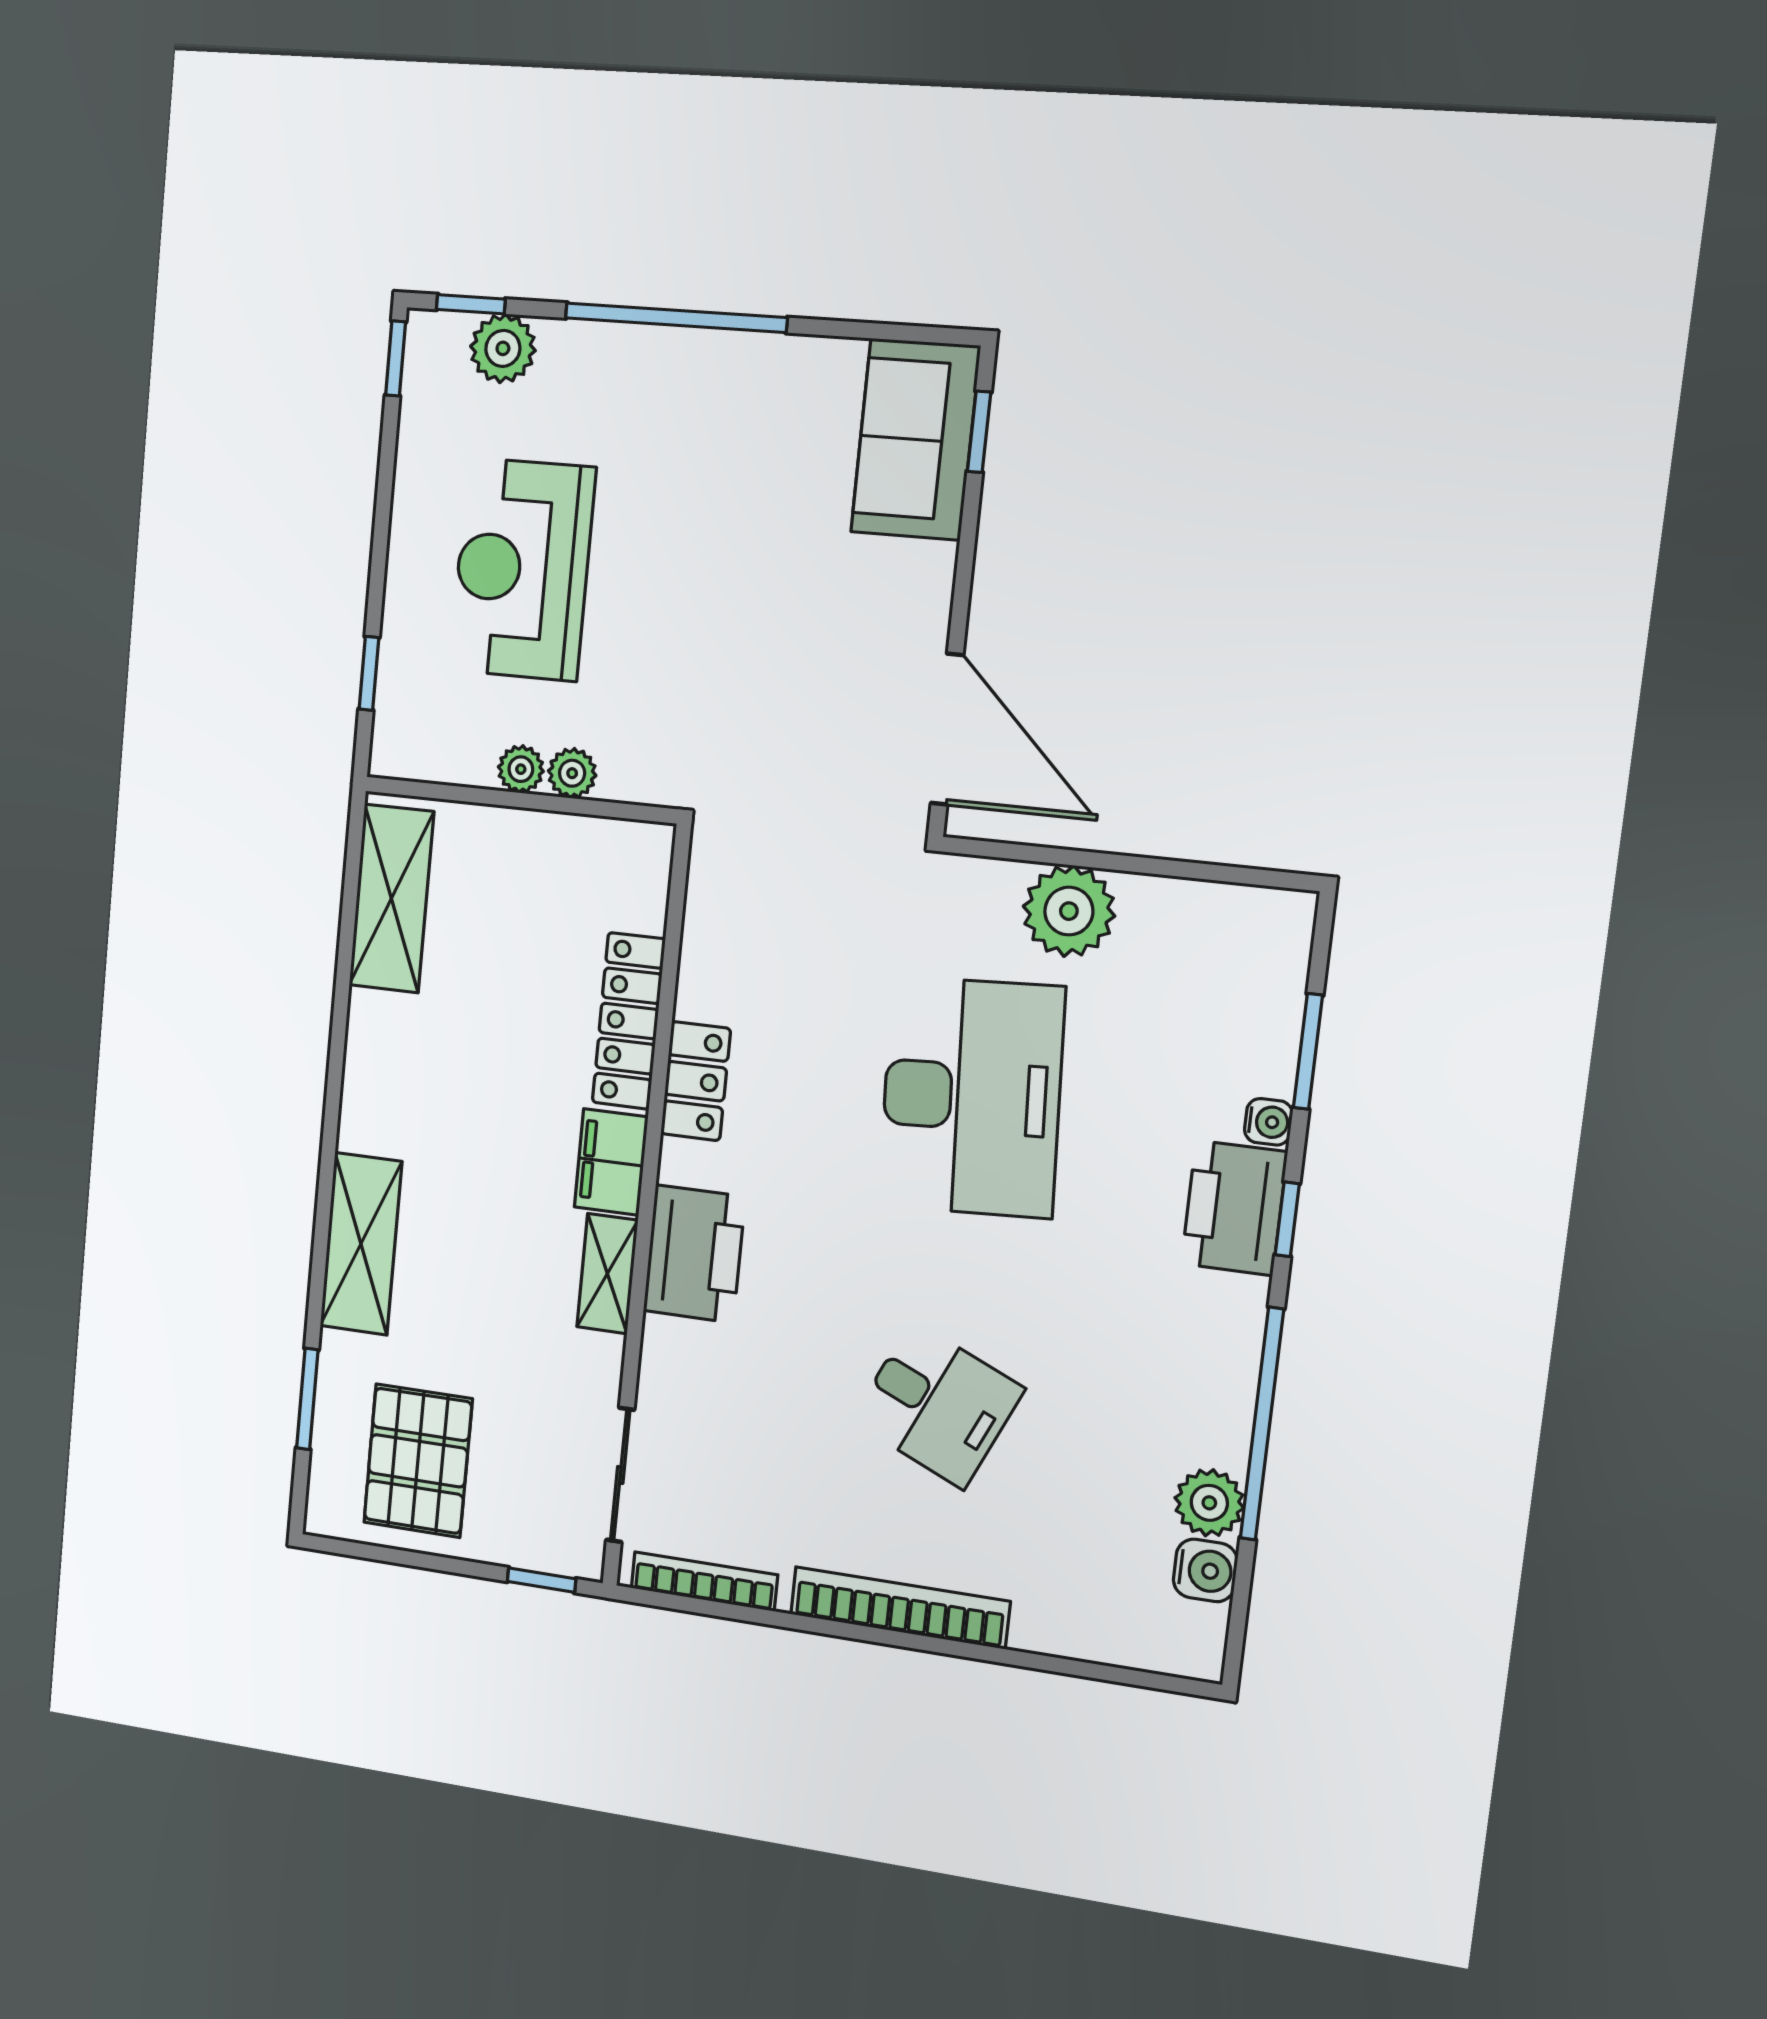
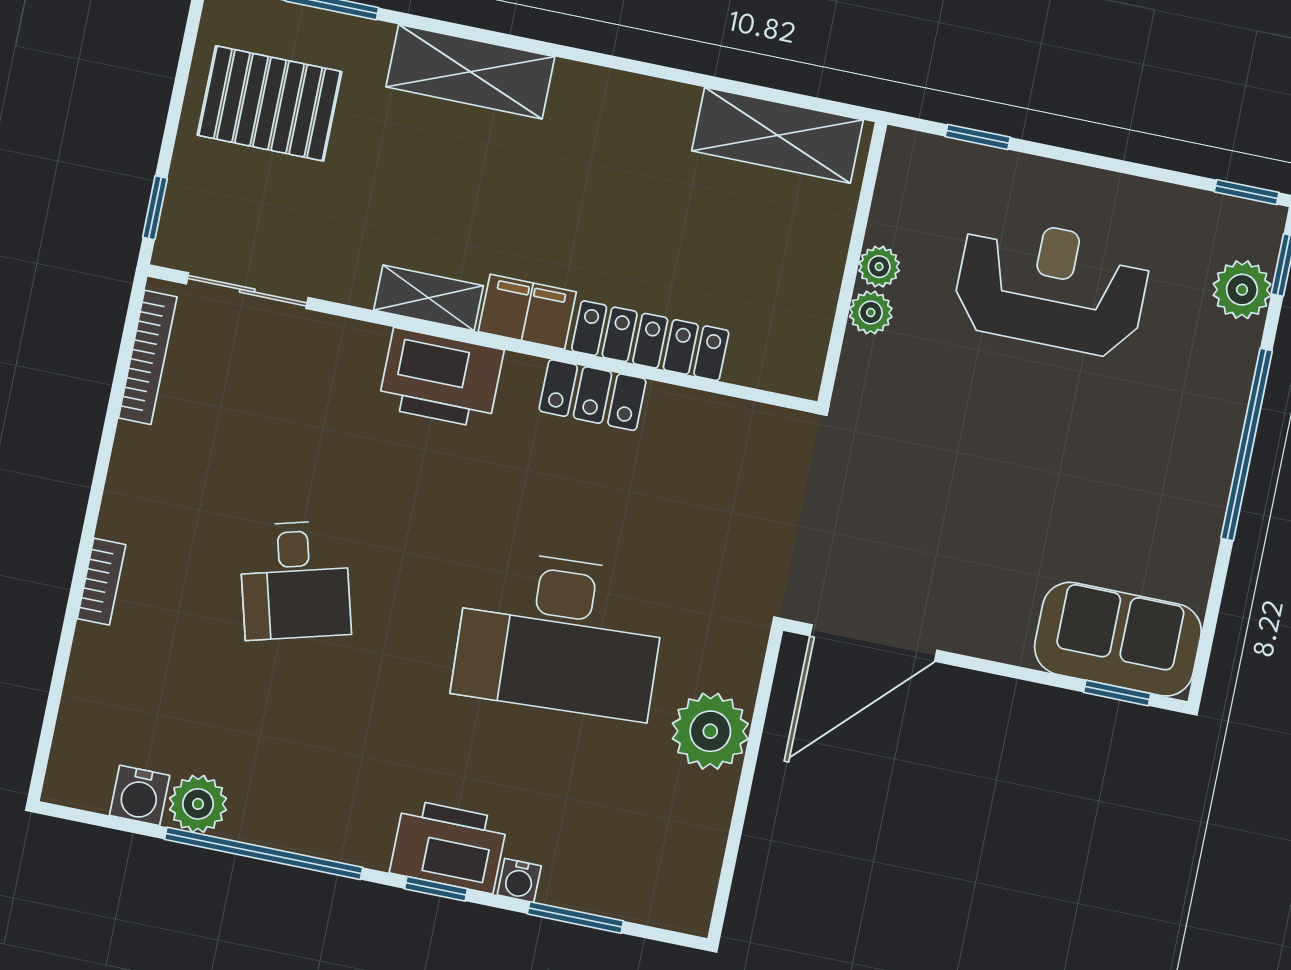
desk: (938, 1405) -> (295, 580), turned -39
bookcase: (900, 1608) -> (101, 582), width x0.43, depth x0.76

